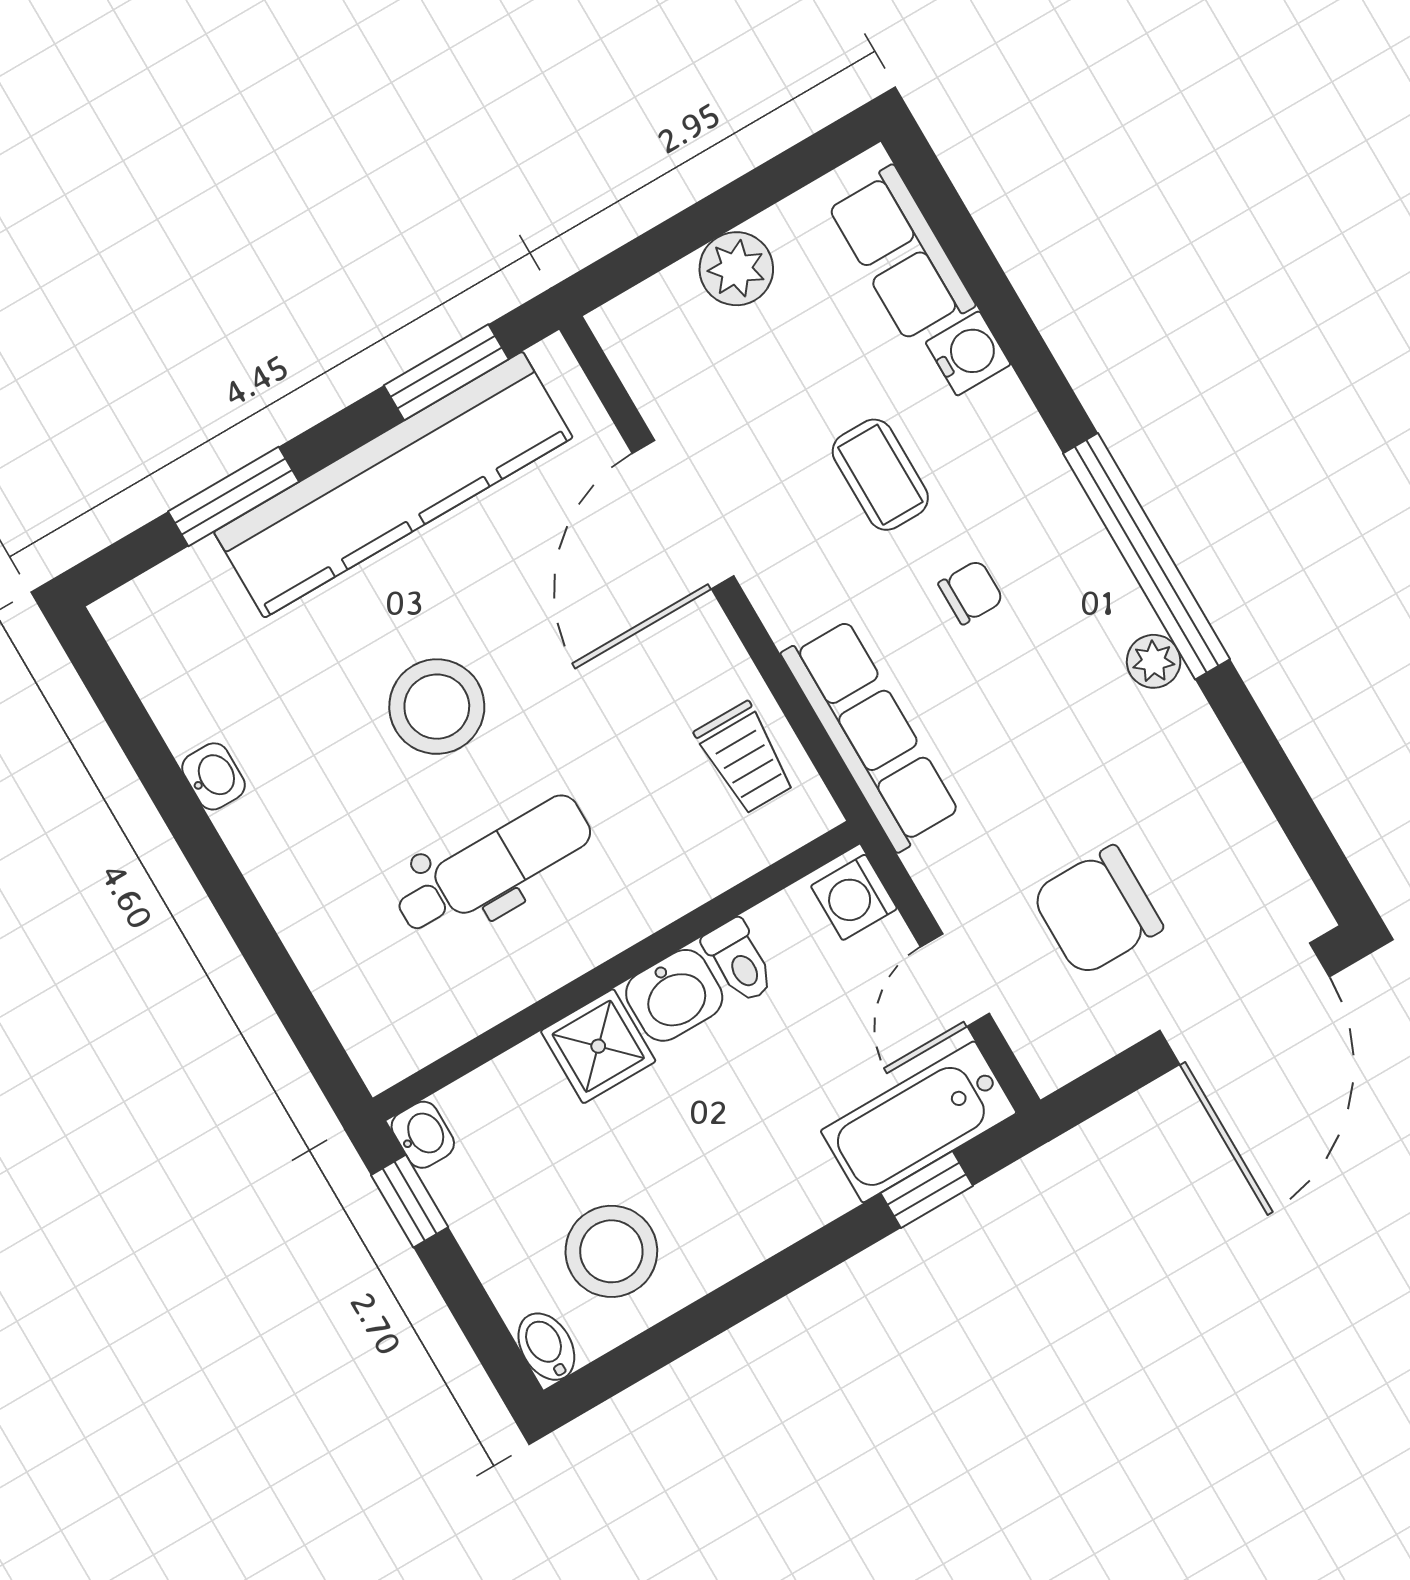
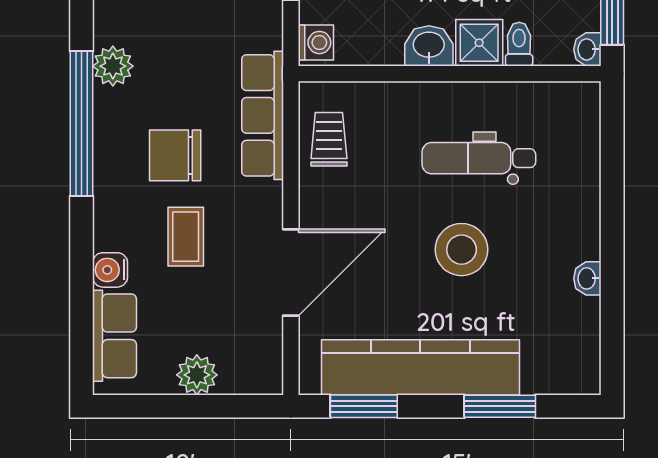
chair: (971, 592) -> (175, 155), width x1.87, depth x1.87
plant: (1154, 661) -> (113, 66), width x1.38, depth x1.38
toilet: (739, 961) -> (519, 44), moved

